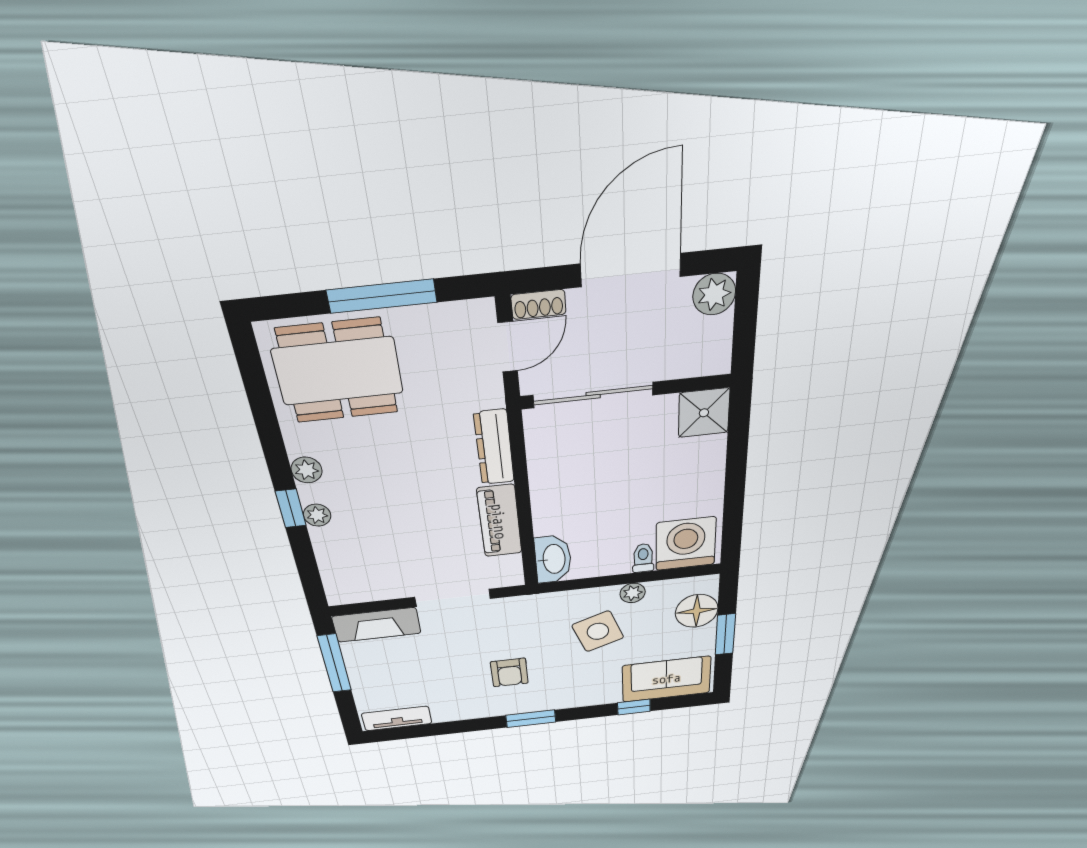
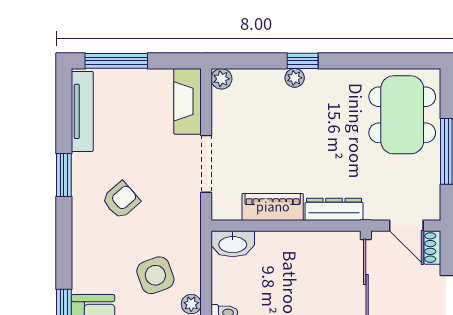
plant: (307, 470) -> (221, 79), moved
window: (334, 663) -> (116, 61), moved
armchair: (509, 672) -> (121, 200), turned 139
tv unit: (397, 718) -> (82, 111), width x1.41
window: (531, 719) -> (64, 175), moved

